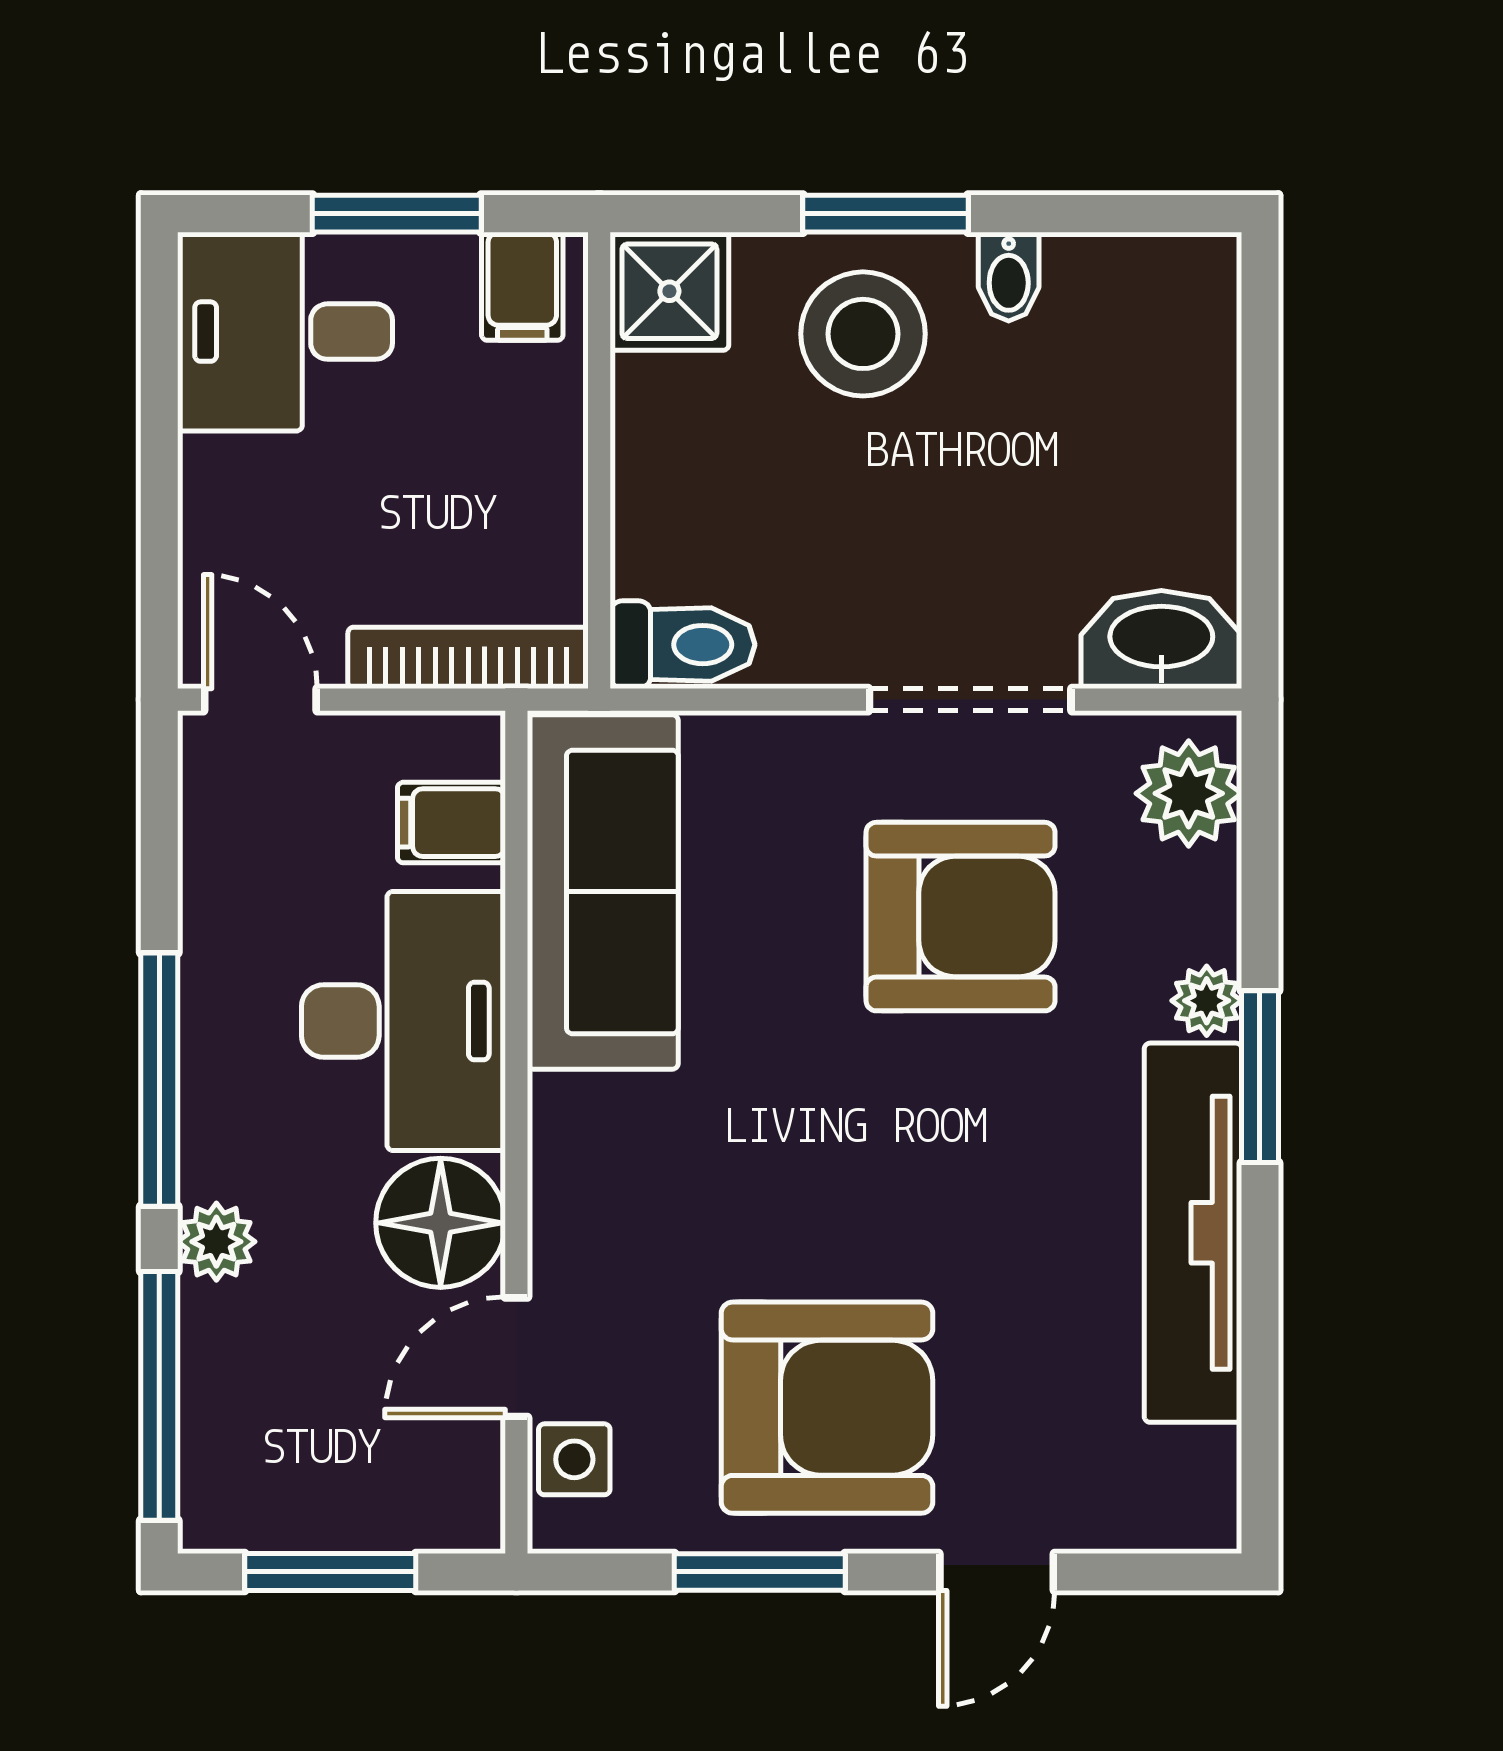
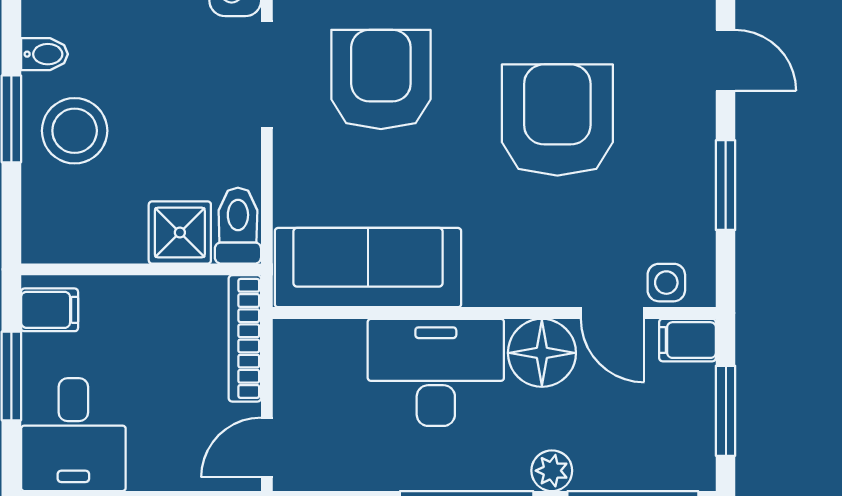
shower: (669, 291) -> (180, 233), moved
filing cabinet: (451, 823) -> (688, 340), moved, turned 90
armchair: (827, 1408) -> (557, 120), moved

